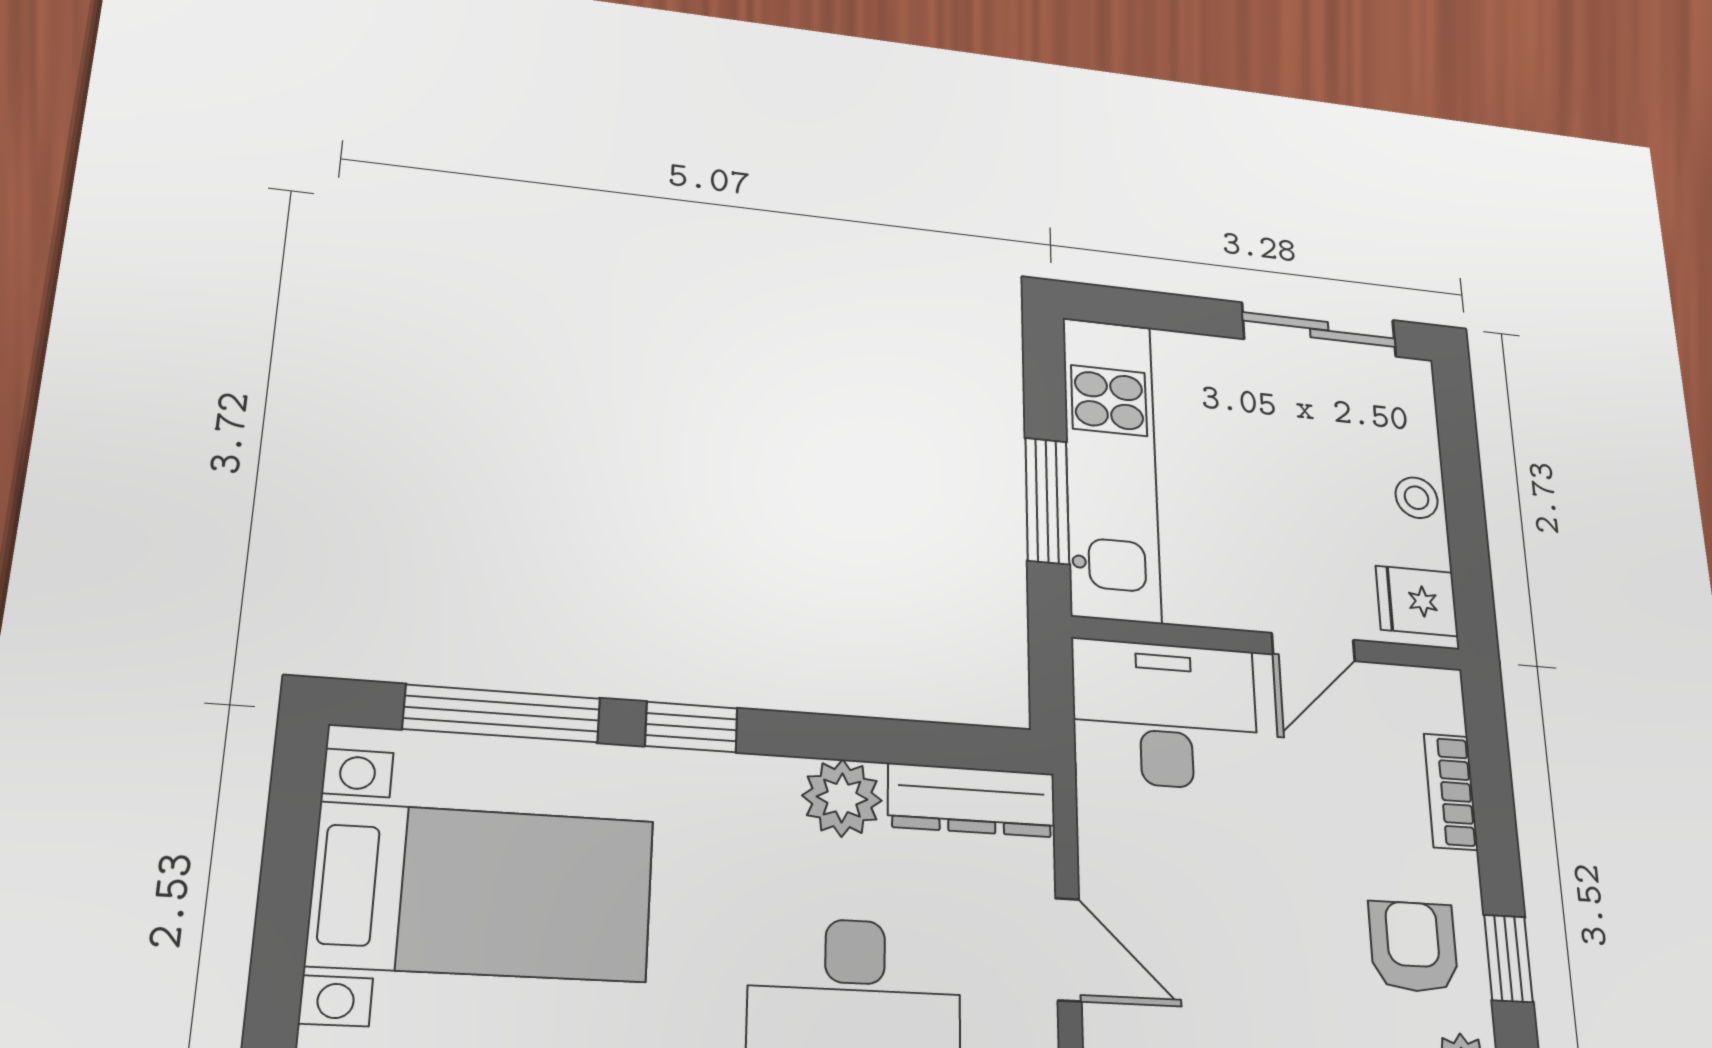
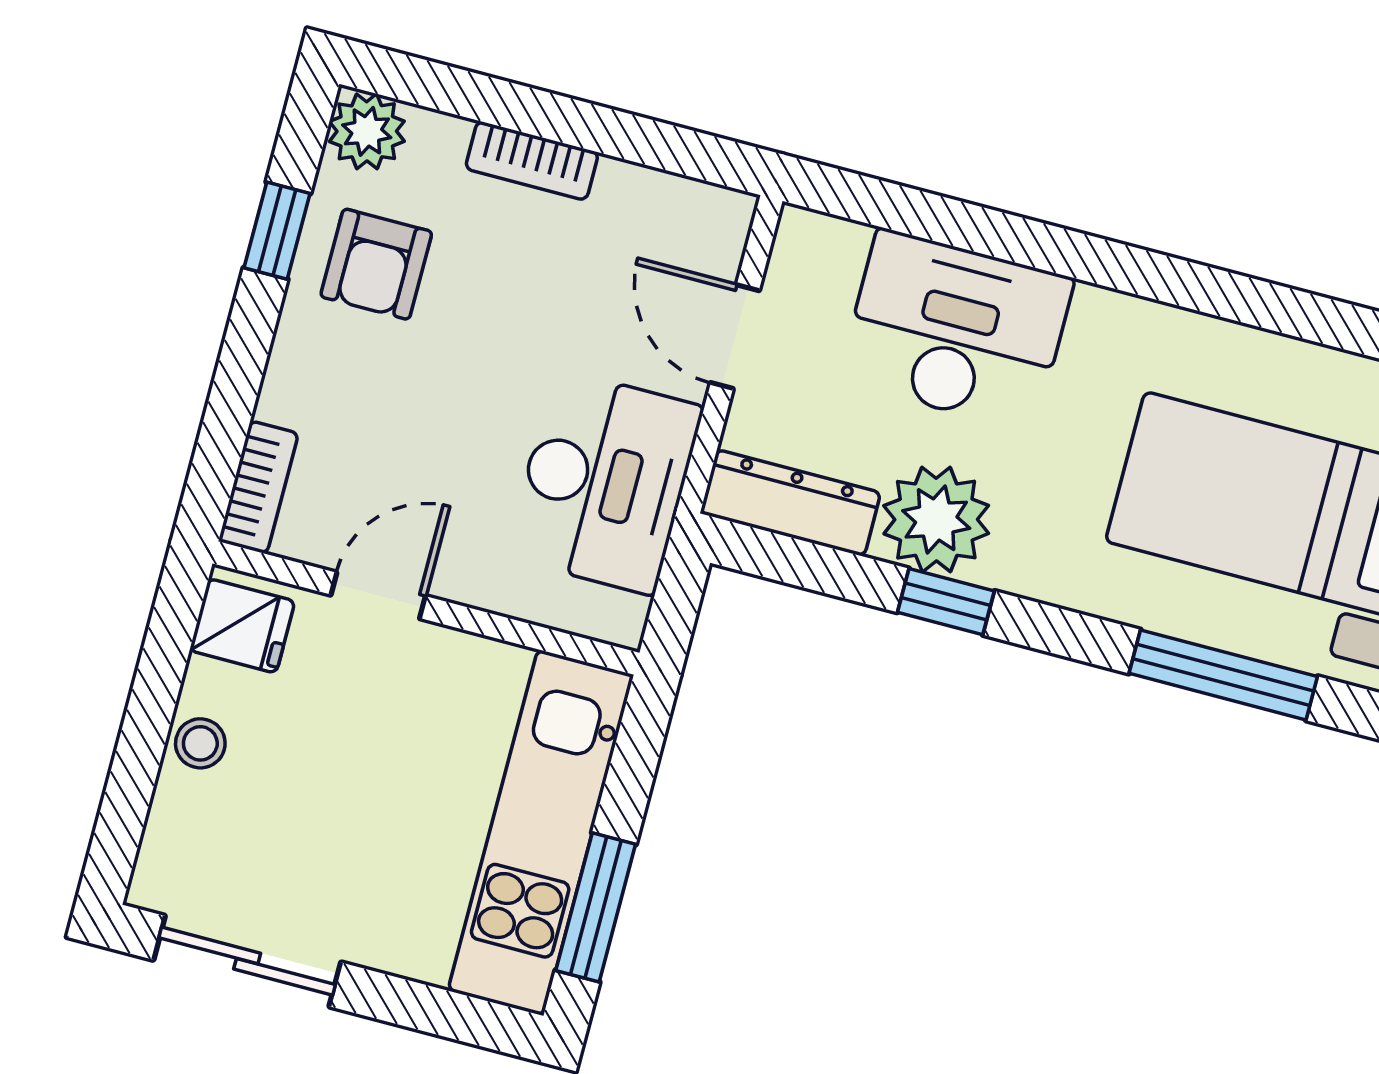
window: (1047, 501) -> (596, 907), moved
desk: (1165, 715) -> (605, 482), moved, turned -90
window: (691, 727) -> (946, 602), moved
bookcase: (1451, 792) -> (258, 487), moved
plant: (842, 798) -> (936, 520), width x1.36, depth x1.36

